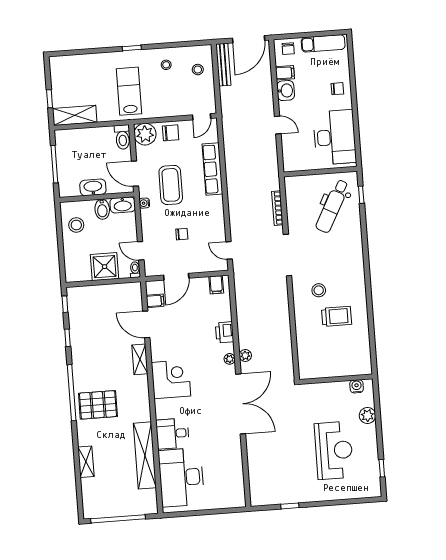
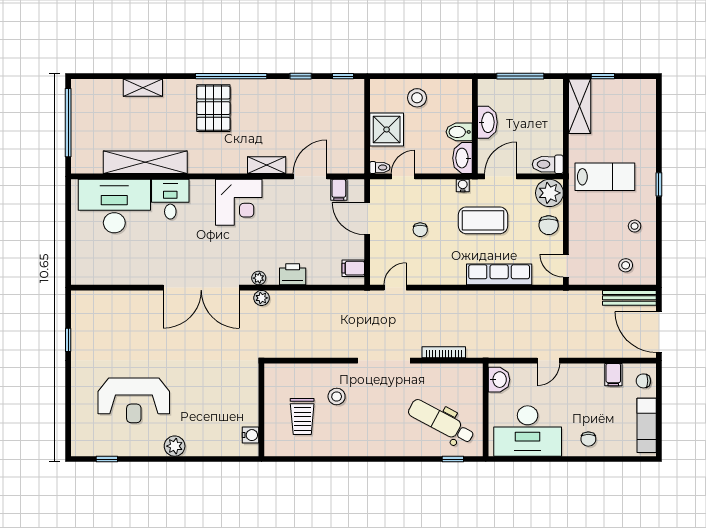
washbasin: (286, 91) -> (499, 380), moved, turned -90
stool: (76, 225) -> (417, 98), moved
wall: (336, 379) -> (261, 410), moved
water cooler: (357, 386) -> (251, 435), moved

